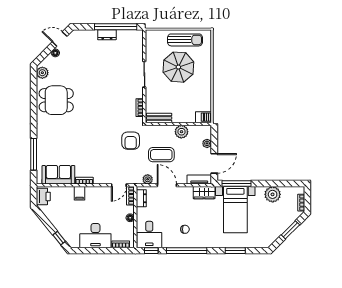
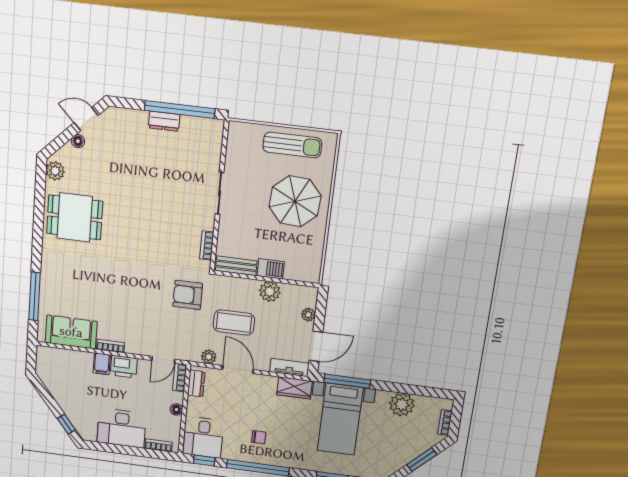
parasol: (178, 67) -> (295, 201), moved
barbecue: (203, 117) -> (271, 269), moved
armchair: (131, 141) -> (188, 295), turned 90
printer: (43, 196) -> (124, 367), moved, turned 90

